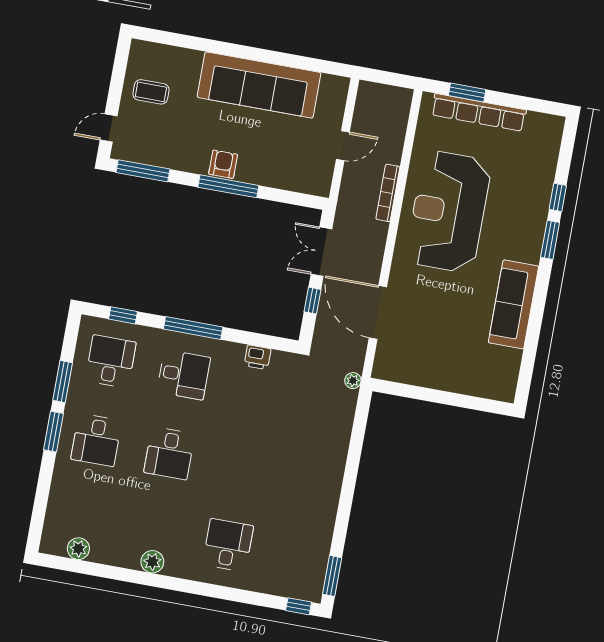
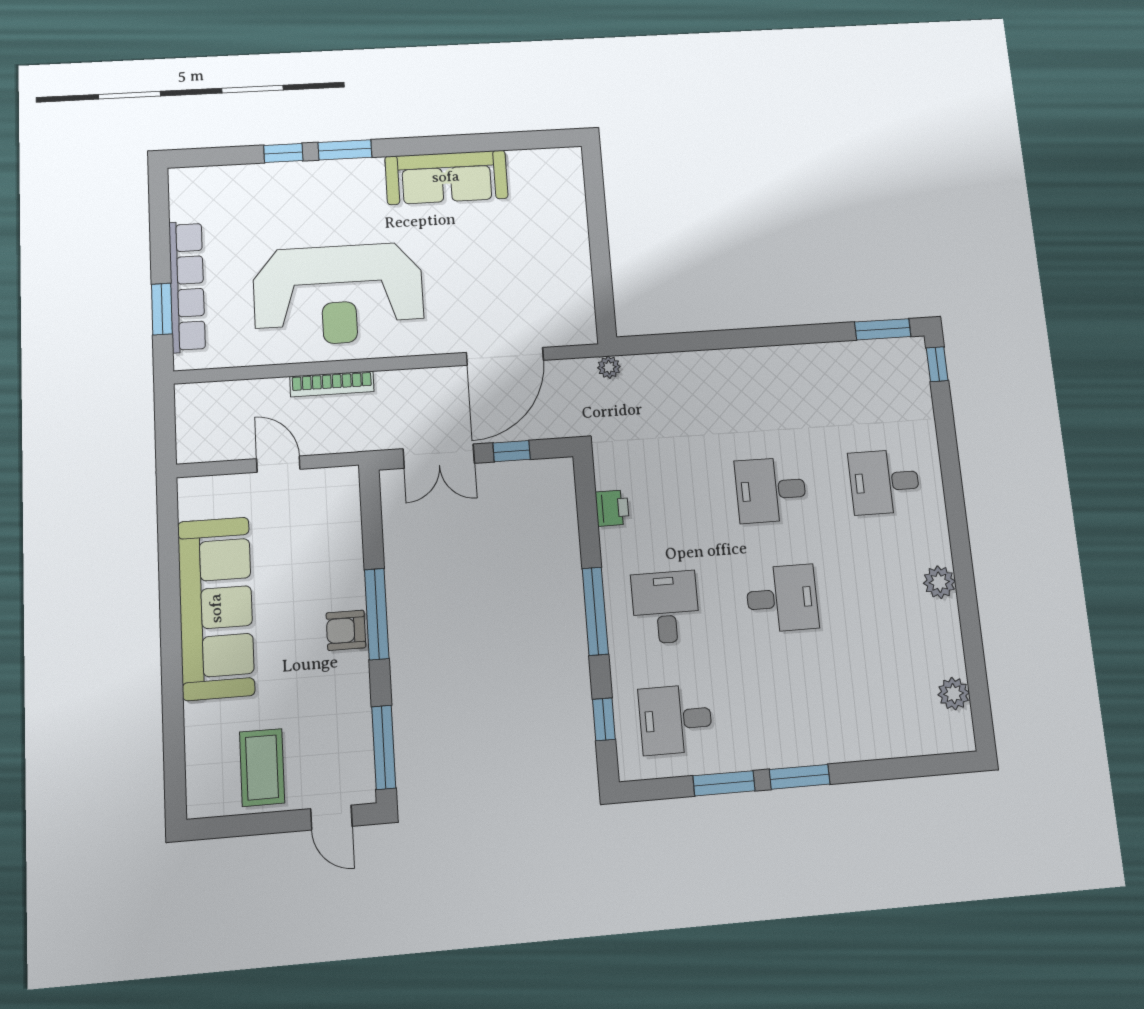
coffee table: (151, 92) -> (262, 767), width x1.36, depth x1.30
desk: (96, 440) -> (771, 490), moved, turned 180

